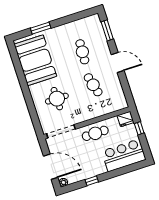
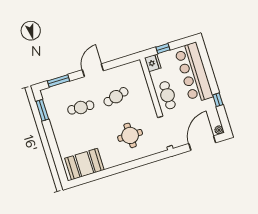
window: (41, 28) -> (42, 110), moved
booth: (35, 60) -> (84, 164), width x0.73, depth x0.70
bar counter: (124, 155) -> (194, 73), width x1.36

